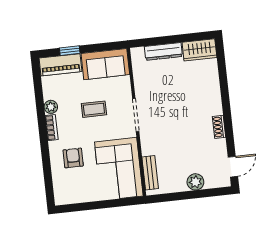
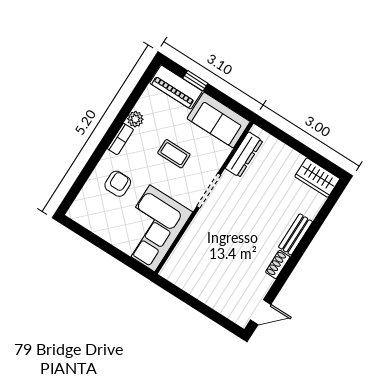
dresser: (163, 51) -> (244, 155), moved, turned -90
bench: (150, 173) -> (295, 234), moved
plant: (195, 182) -> (214, 298), removed

